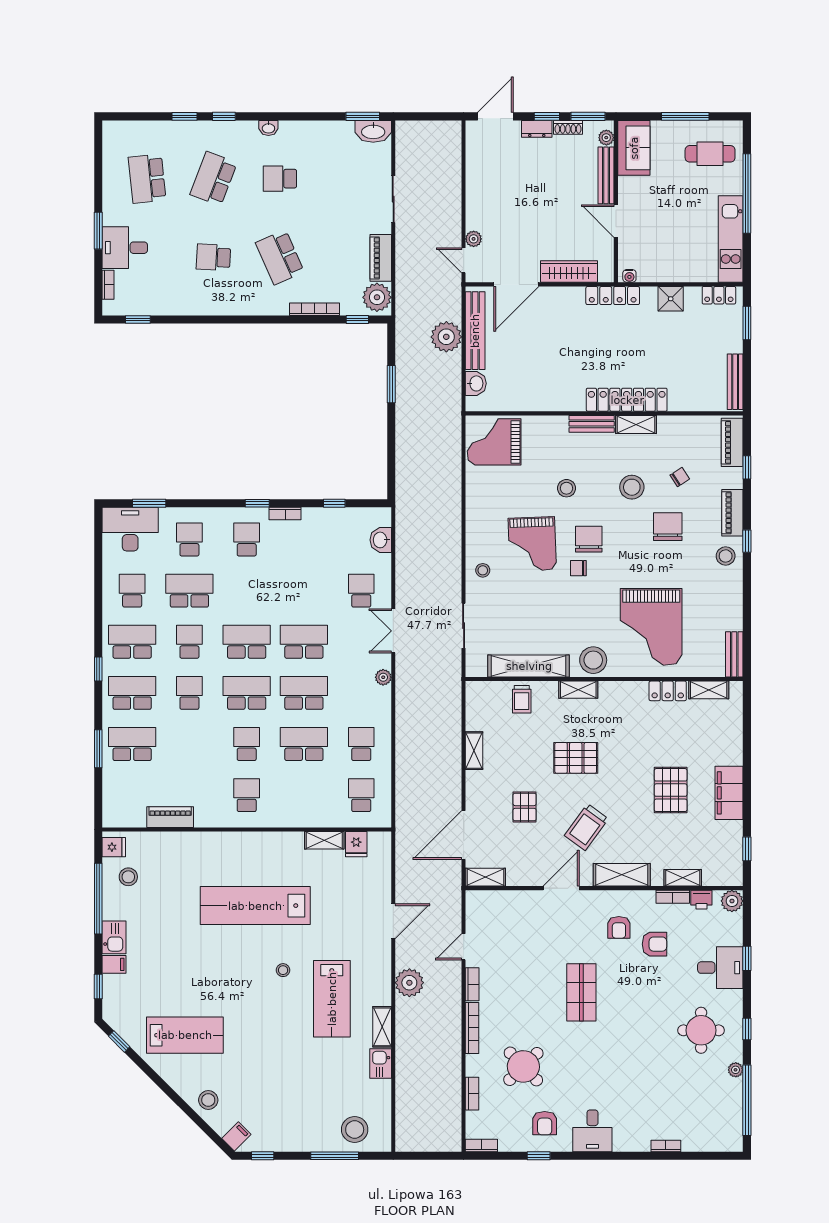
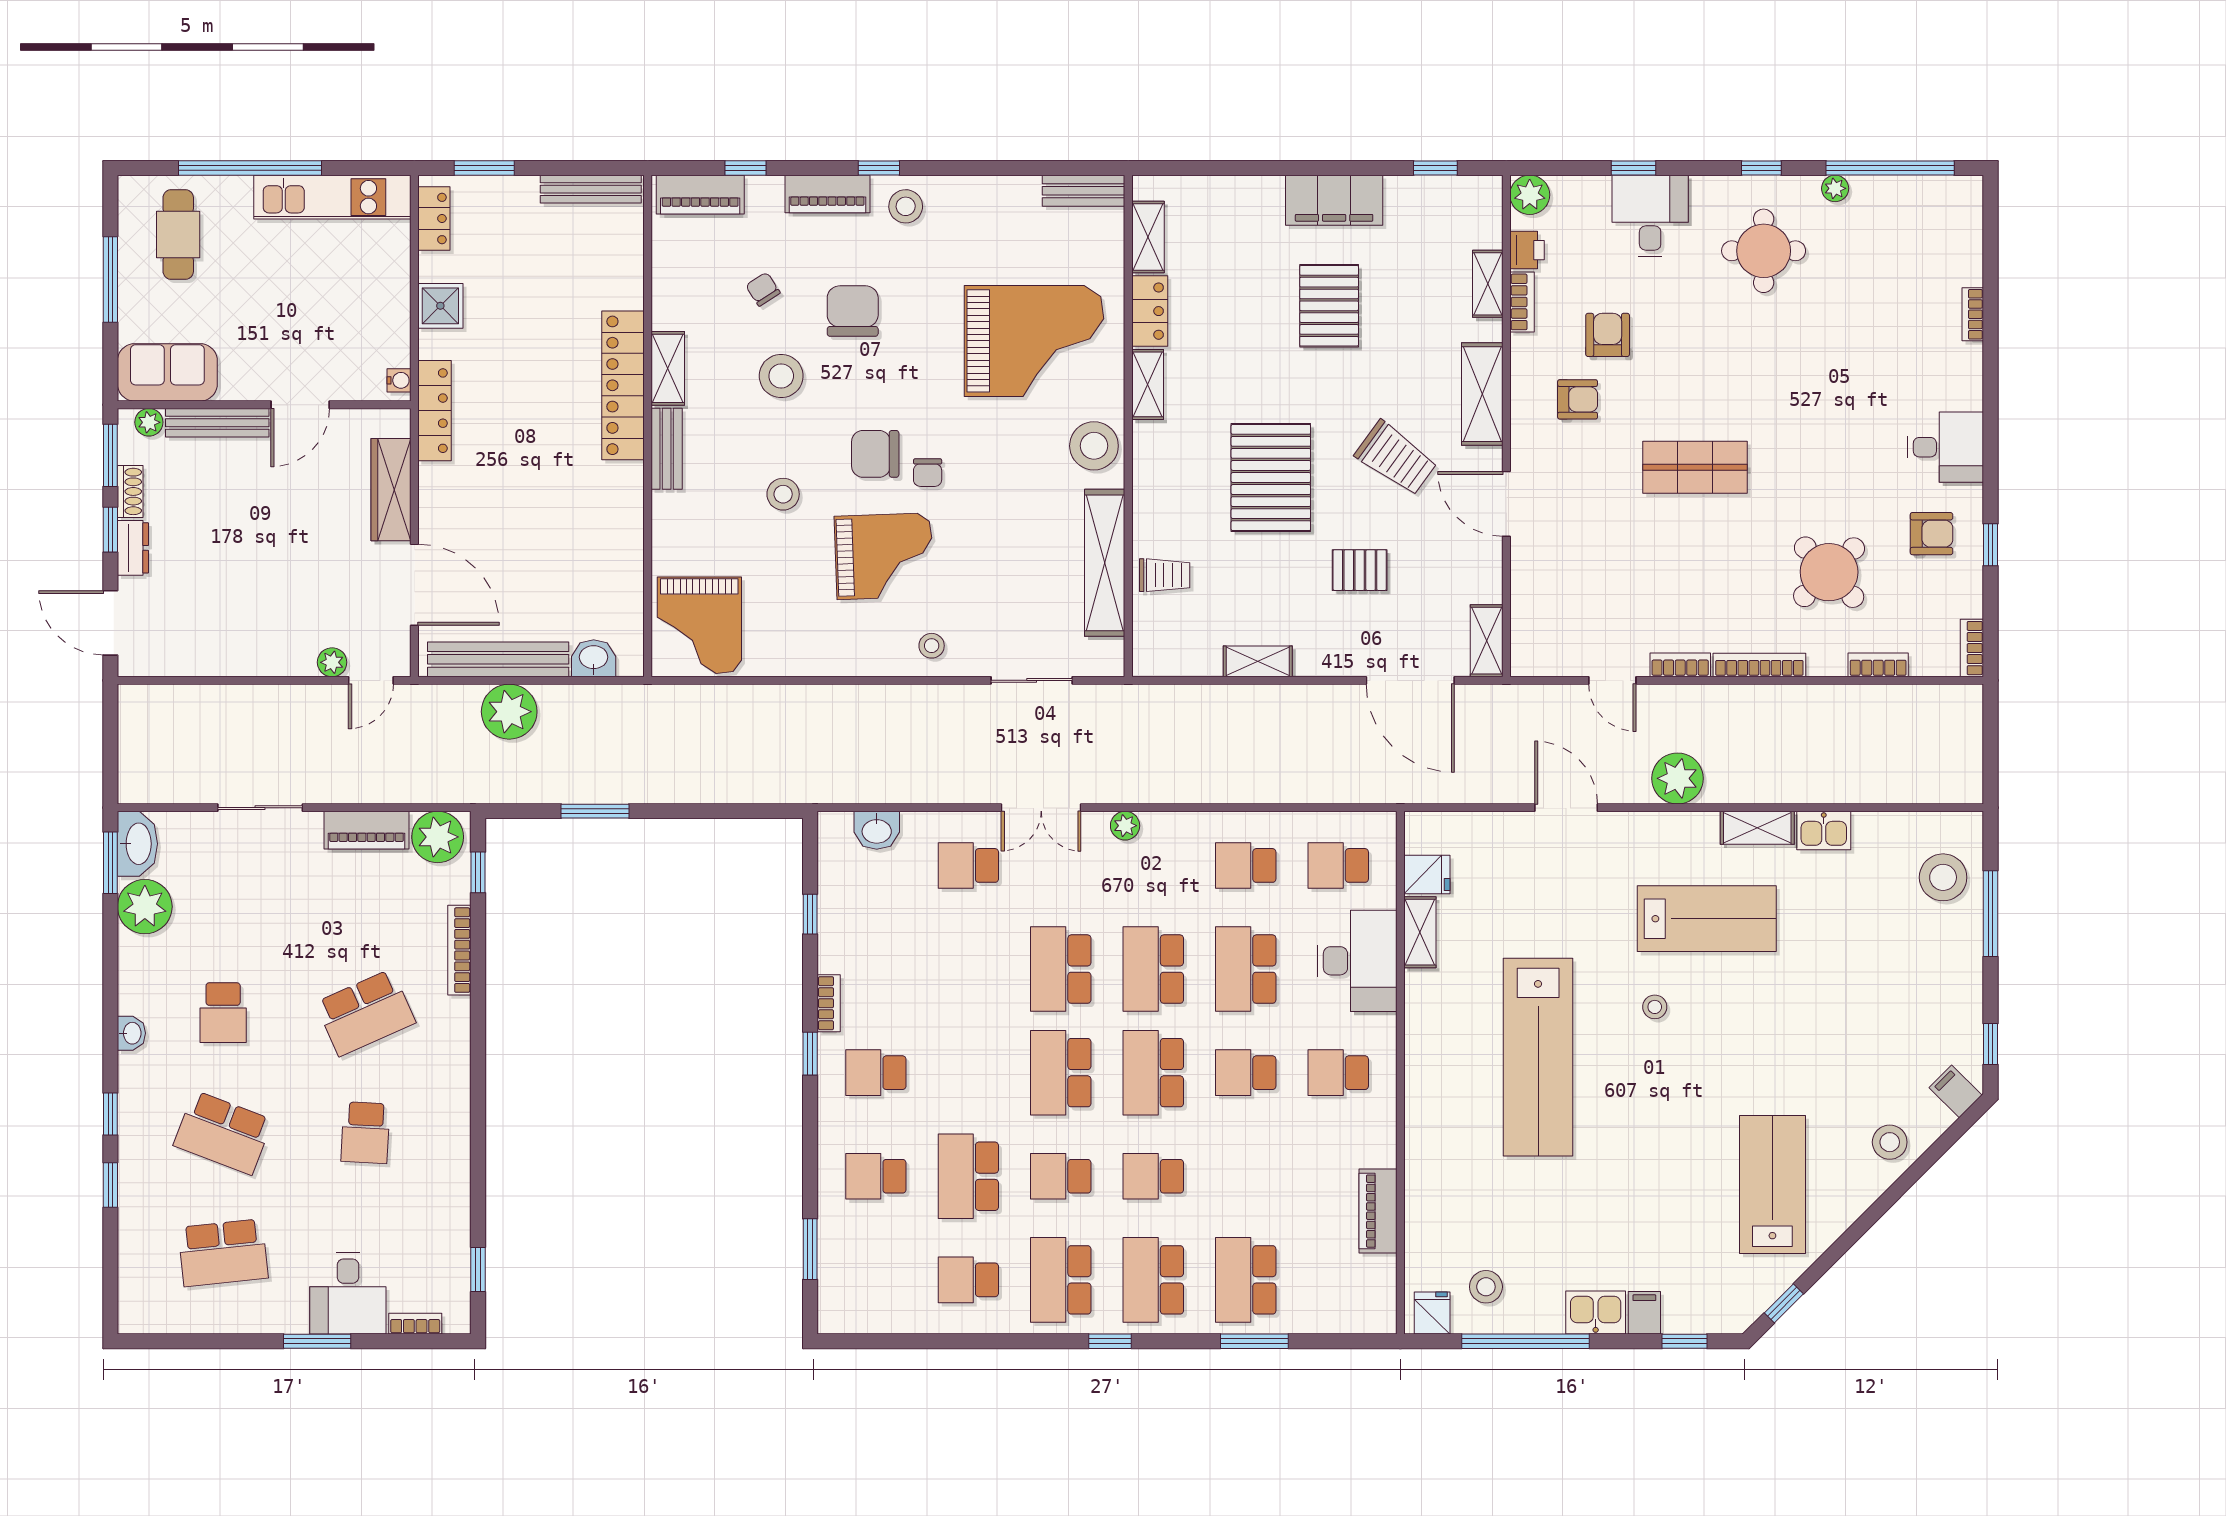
plant: (338, 135) -> (145, 907), added
chair: (668, 527) -> (853, 311), turned 90
desk: (130, 529) -> (1357, 961), moved, turned 180
shelving: (578, 690) -> (1148, 384), moved
pallet: (576, 758) -> (1271, 477), width x1.37, depth x1.41
pallet: (671, 790) -> (1329, 306), turned 90

